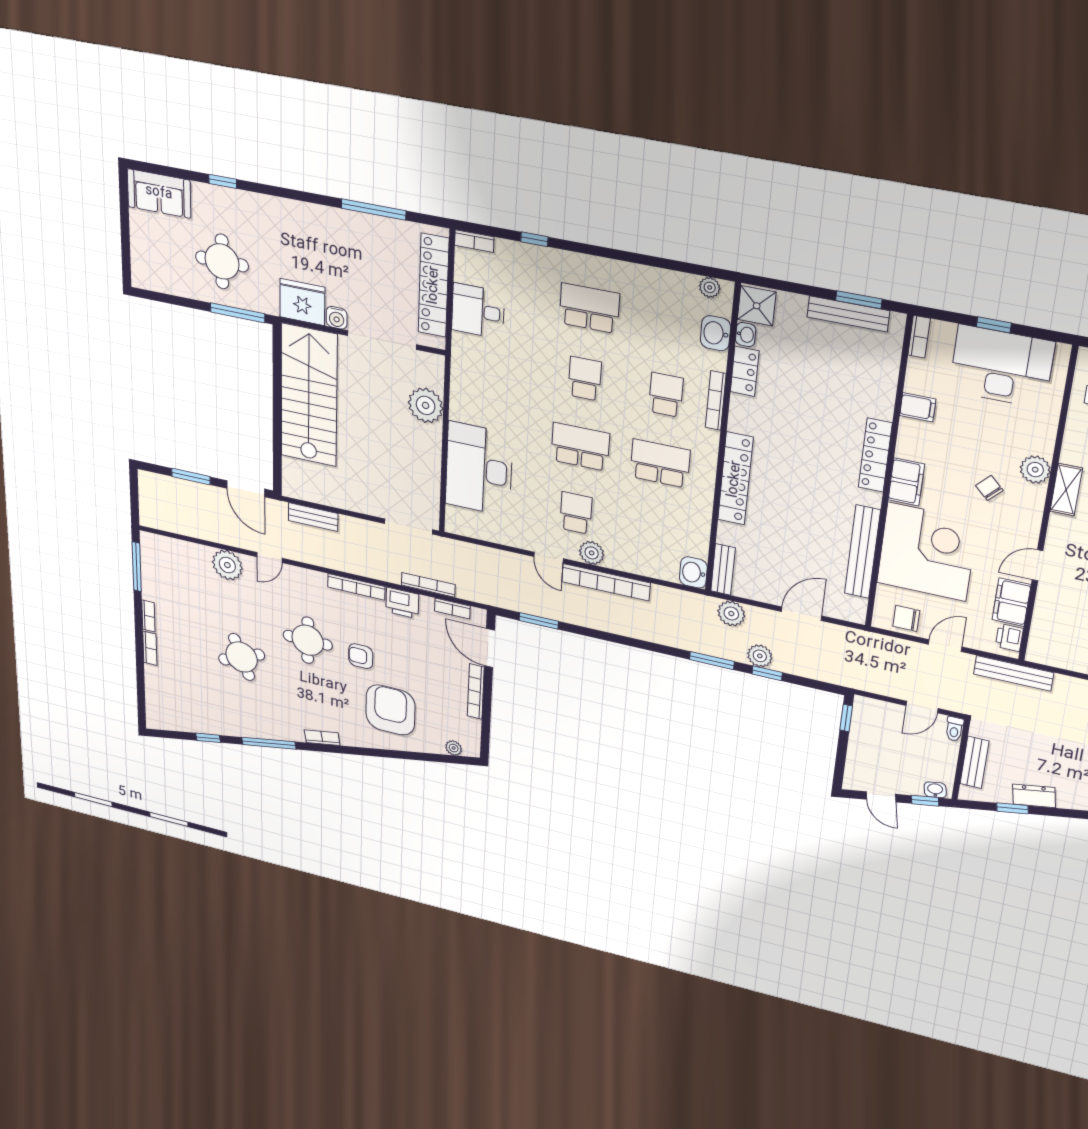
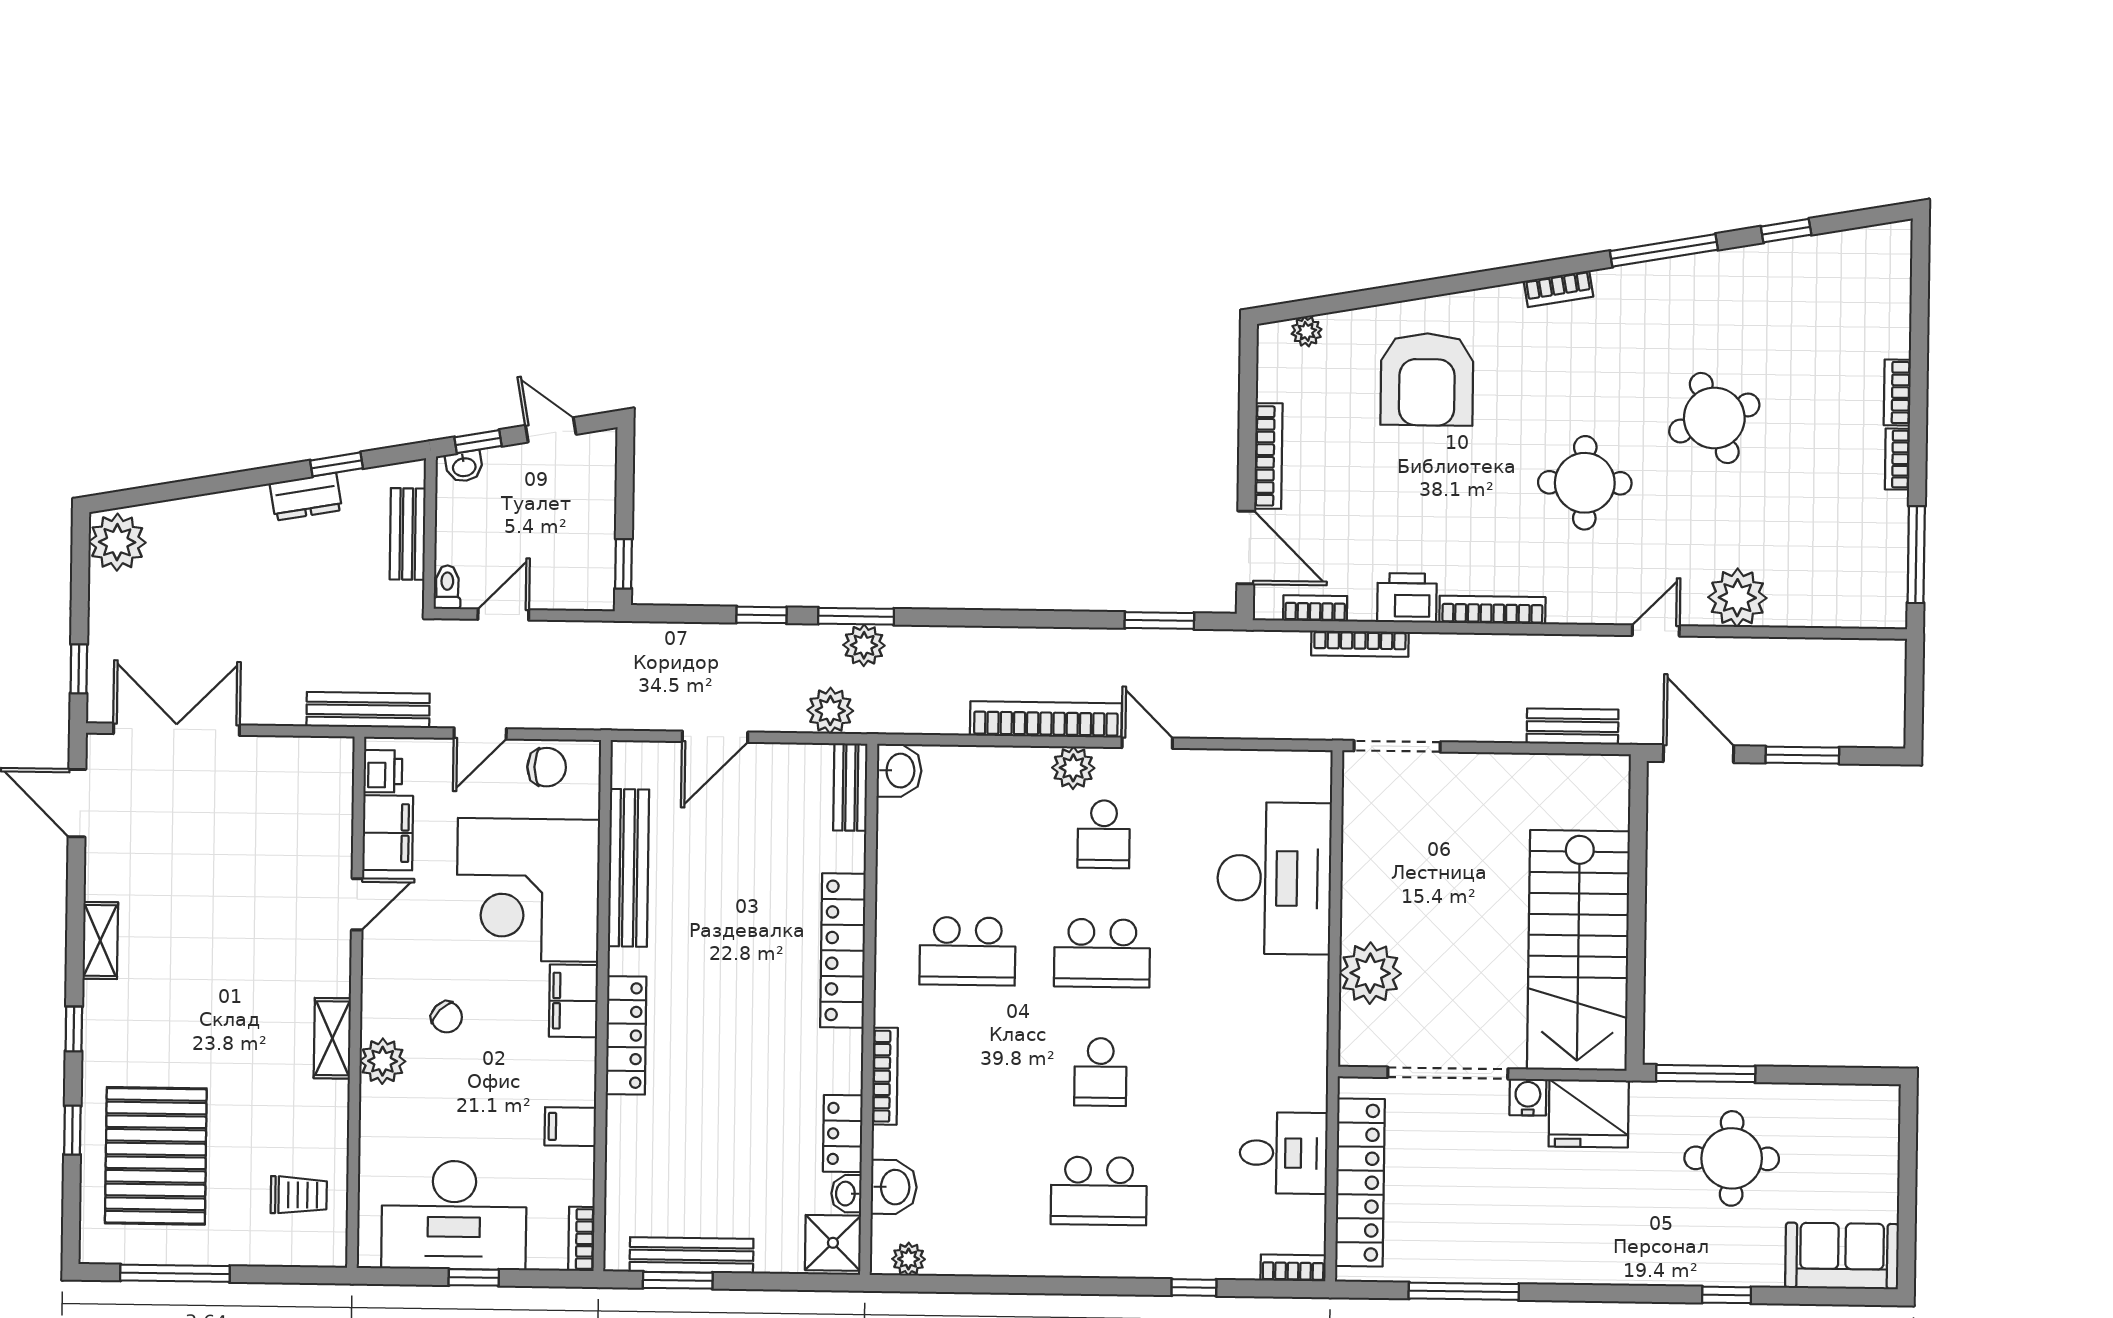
school desk: (666, 395) -> (966, 1070), removed
armchair: (361, 656) -> (1484, 475), removed
plant: (760, 656) -> (864, 645), moved

